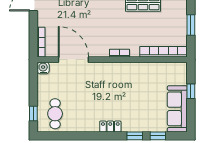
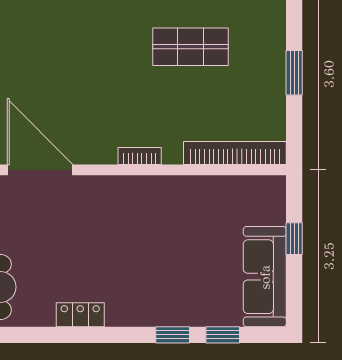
window: (191, 25) -> (294, 73), moved
locker: (110, 127) -> (80, 315), moved

